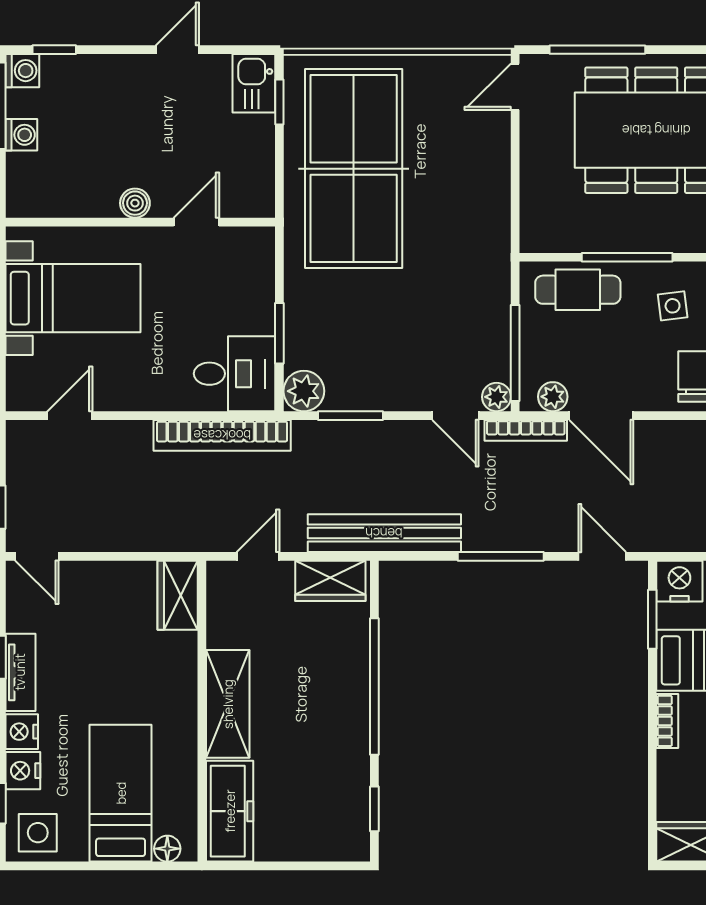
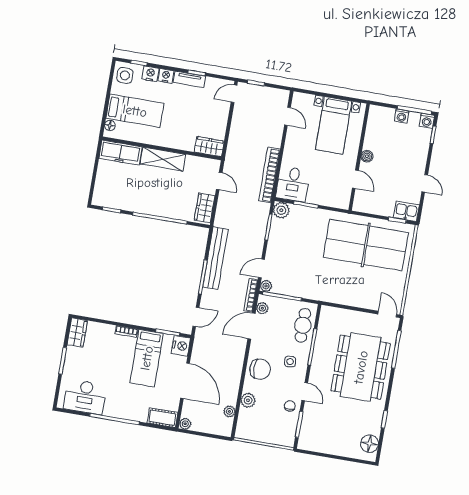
bench: (384, 533) -> (215, 258), moved

